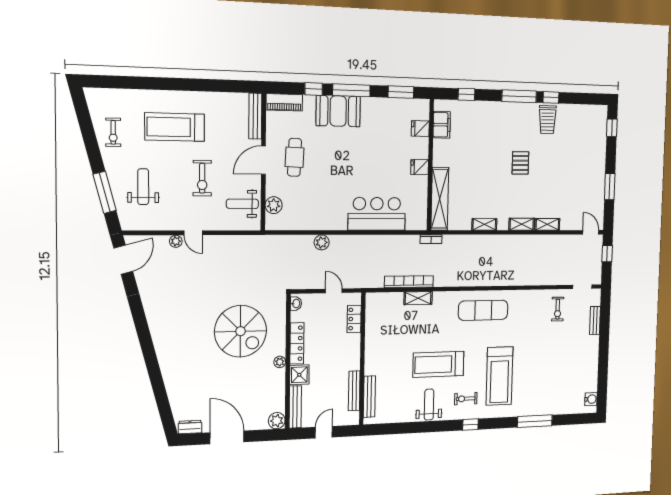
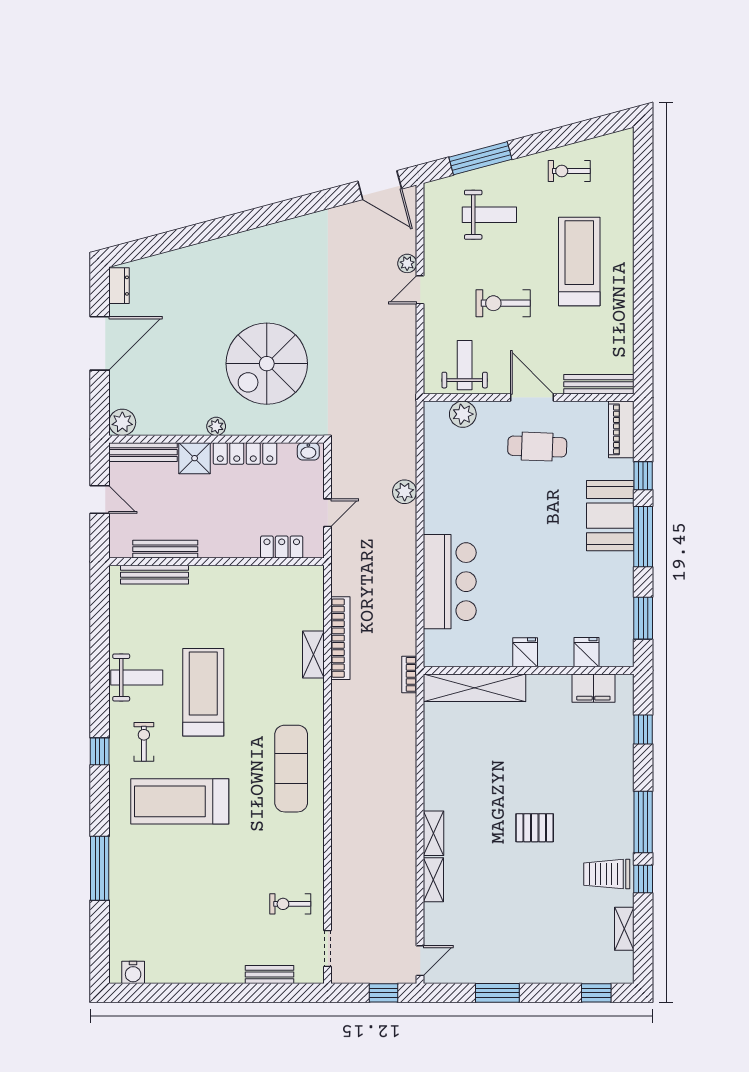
shelving: (484, 224) -> (624, 929), moved

